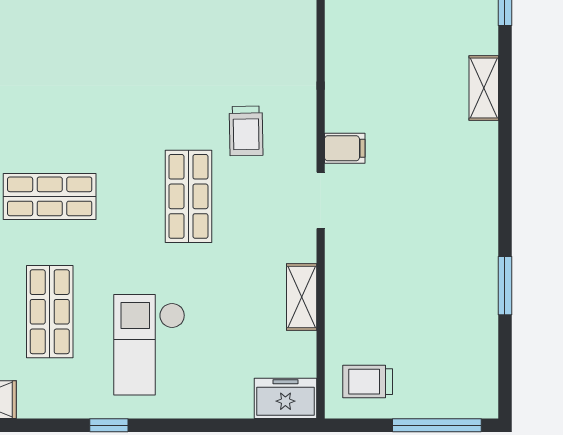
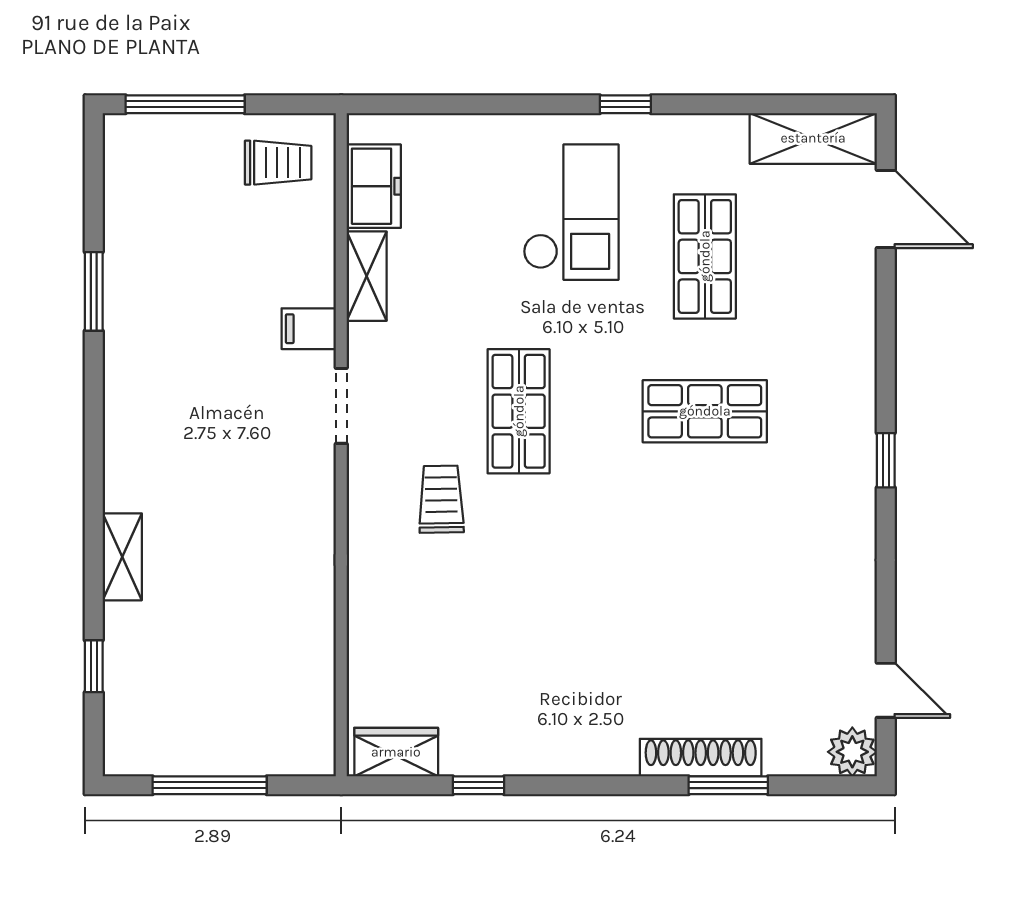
filing cabinet: (345, 148) -> (309, 329), moved
freezer: (285, 398) -> (374, 186), moved, turned -90

